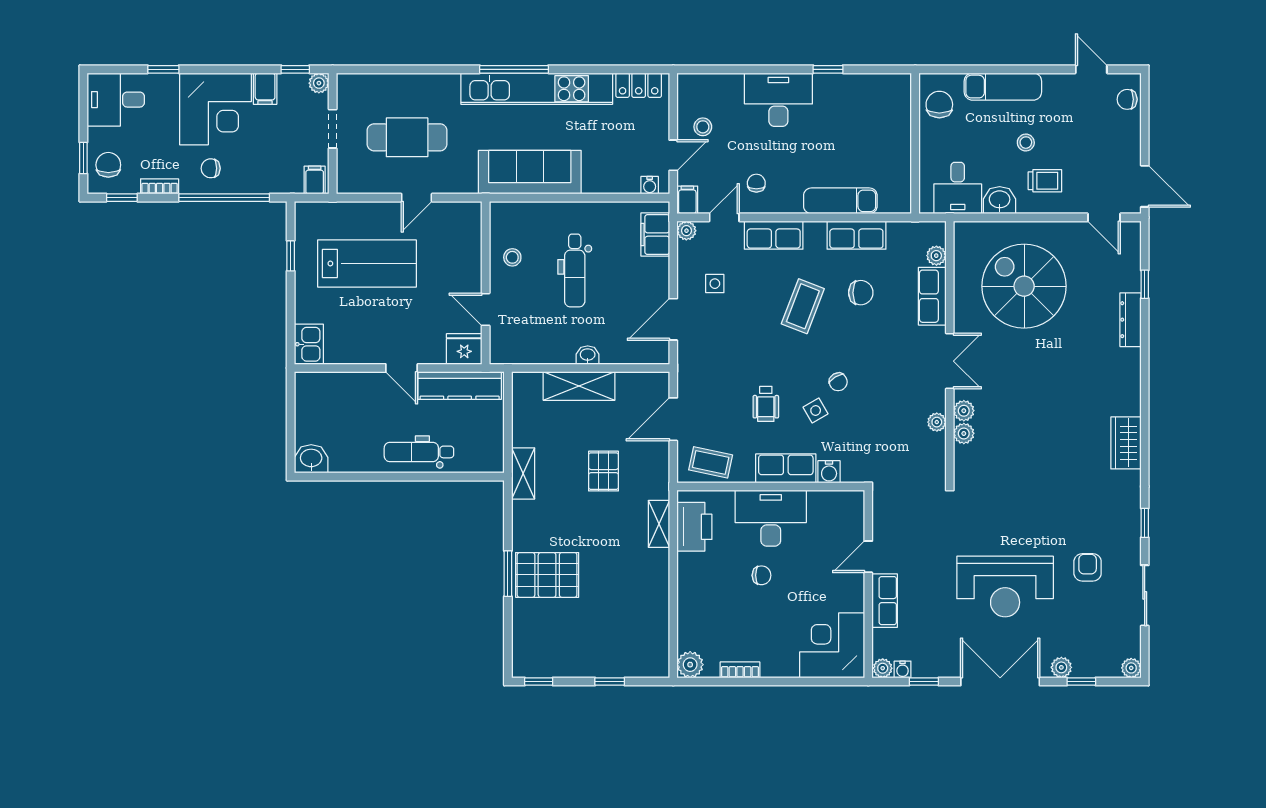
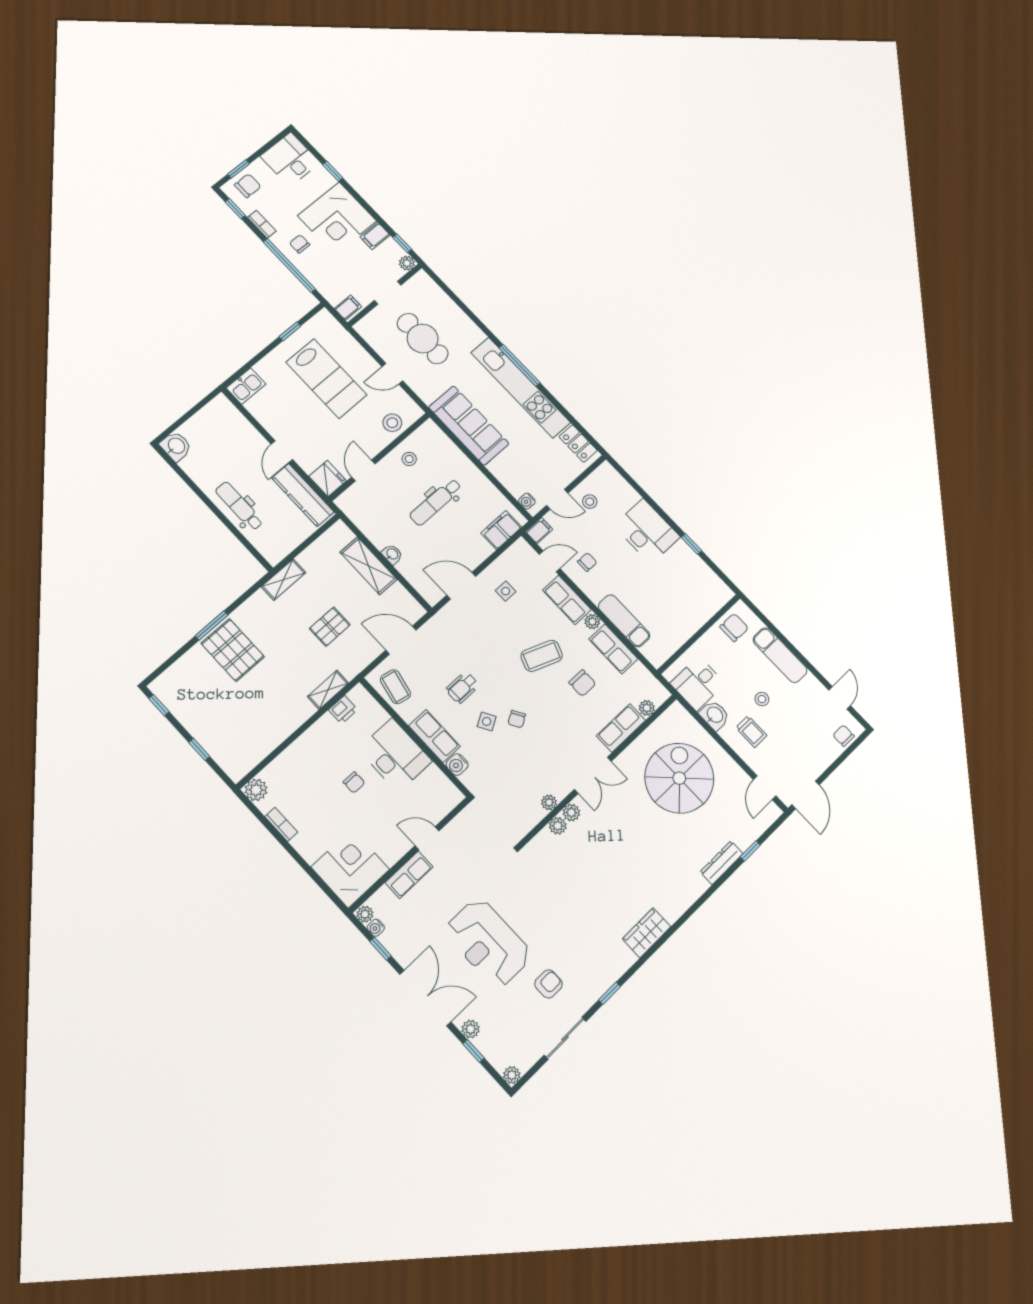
plant: (686, 231) -> (592, 622), moved
stool: (464, 241) -> (392, 423), added
printer: (694, 527) -> (343, 710), width x0.53, depth x0.68

